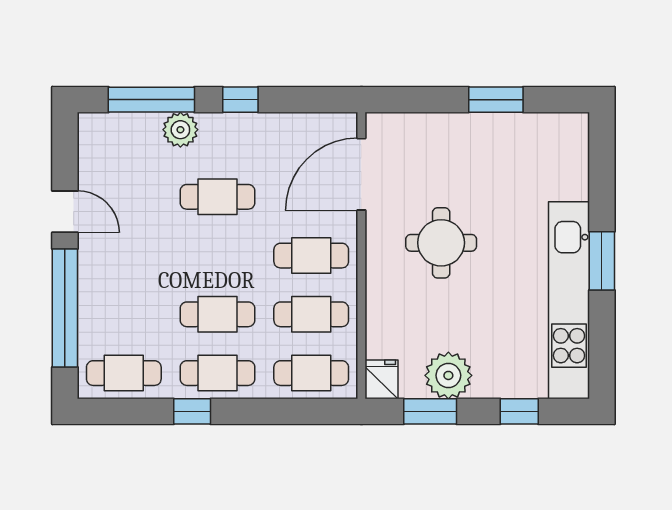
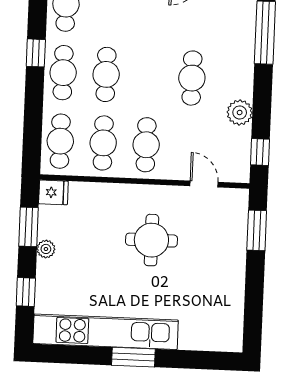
window: (240, 100) -> (260, 152), moved
window: (496, 100) -> (257, 230), moved
plant: (180, 130) -> (240, 112), moved
door: (361, 174) -> (204, 184), width x0.53
plant: (448, 375) -> (46, 249), width x0.53, depth x0.53

